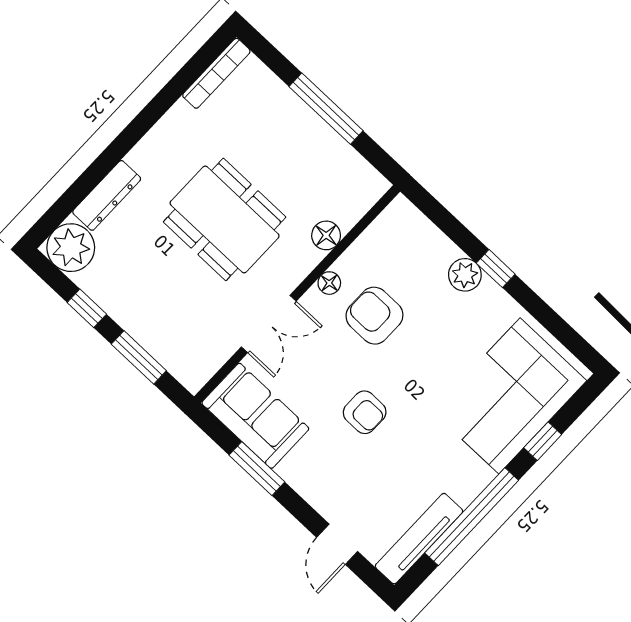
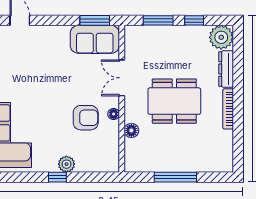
bookcase: (216, 73) -> (228, 109), moved
armchair: (365, 412) -> (56, 79), removed
window: (257, 469) -> (95, 20), moved

